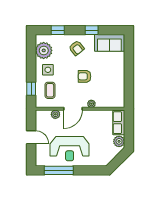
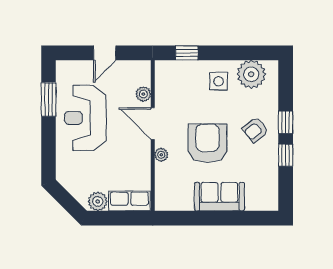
window: (58, 30) -> (286, 122), moved
sofa: (109, 43) -> (219, 197), moved, turned 90
armchair: (85, 76) -> (207, 143), width x1.88, depth x1.88
coffee table: (50, 90) -> (184, 85), removed
window: (59, 170) -> (49, 100), width x0.69

